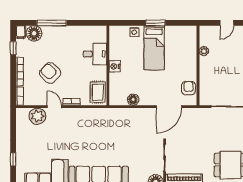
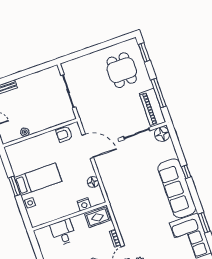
nightstand: (115, 66) -> (84, 204), moved

